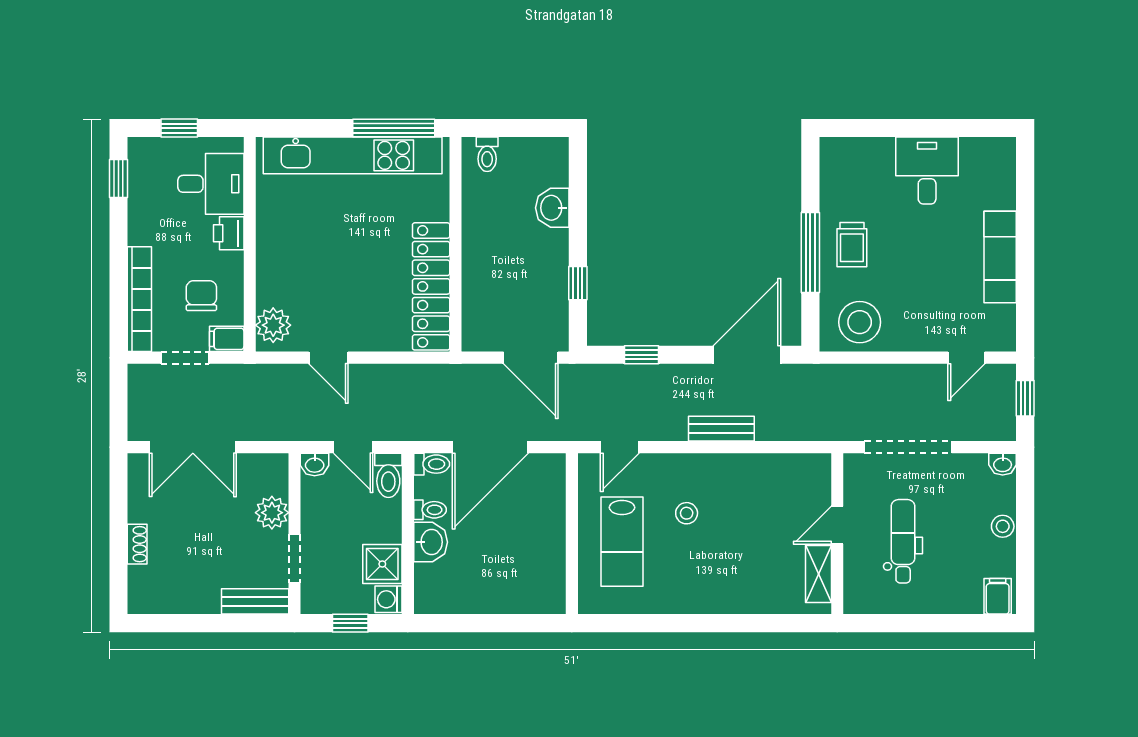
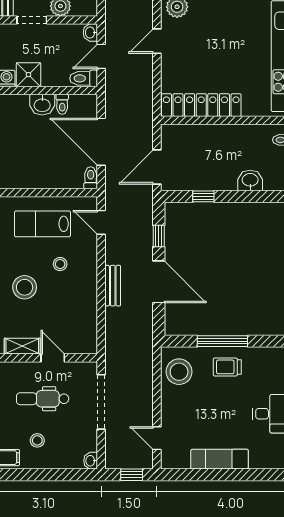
door: (747, 355) -> (159, 282), moved
toilet: (432, 464) -> (91, 178), moved, turned 180
stool: (1003, 526) -> (37, 440), moved
dental chair: (903, 541) -> (43, 399), turned 180
stool: (724, 570) -> (25, 287), added

